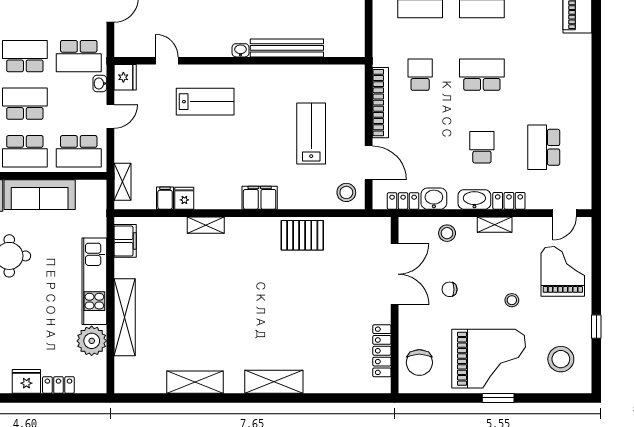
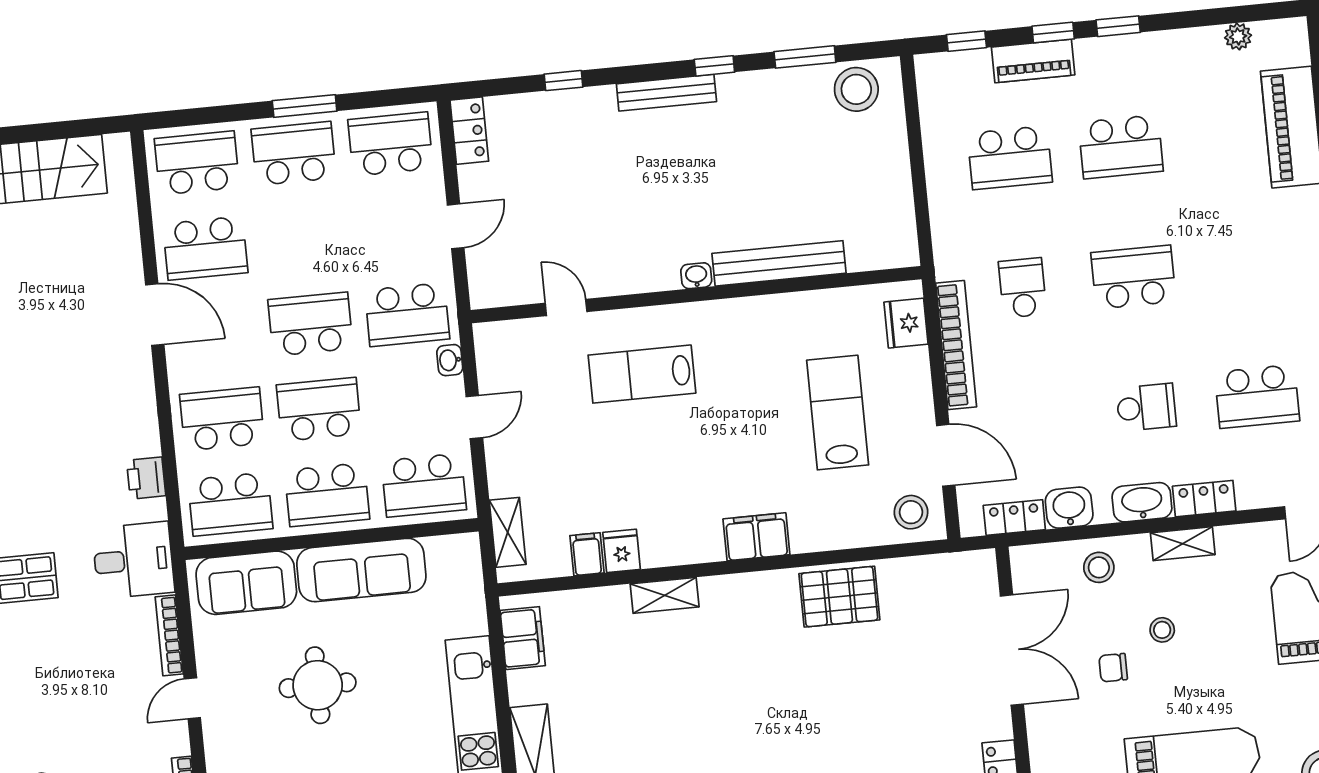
fridge: (125, 77) -> (906, 323), moved, turned 180
lab bench: (205, 102) -> (642, 374), turned 180
school desk: (482, 147) -> (1146, 407), turned 90
school desk: (544, 147) -> (1257, 396), turned -90
stool: (512, 300) -> (1162, 630), moved

